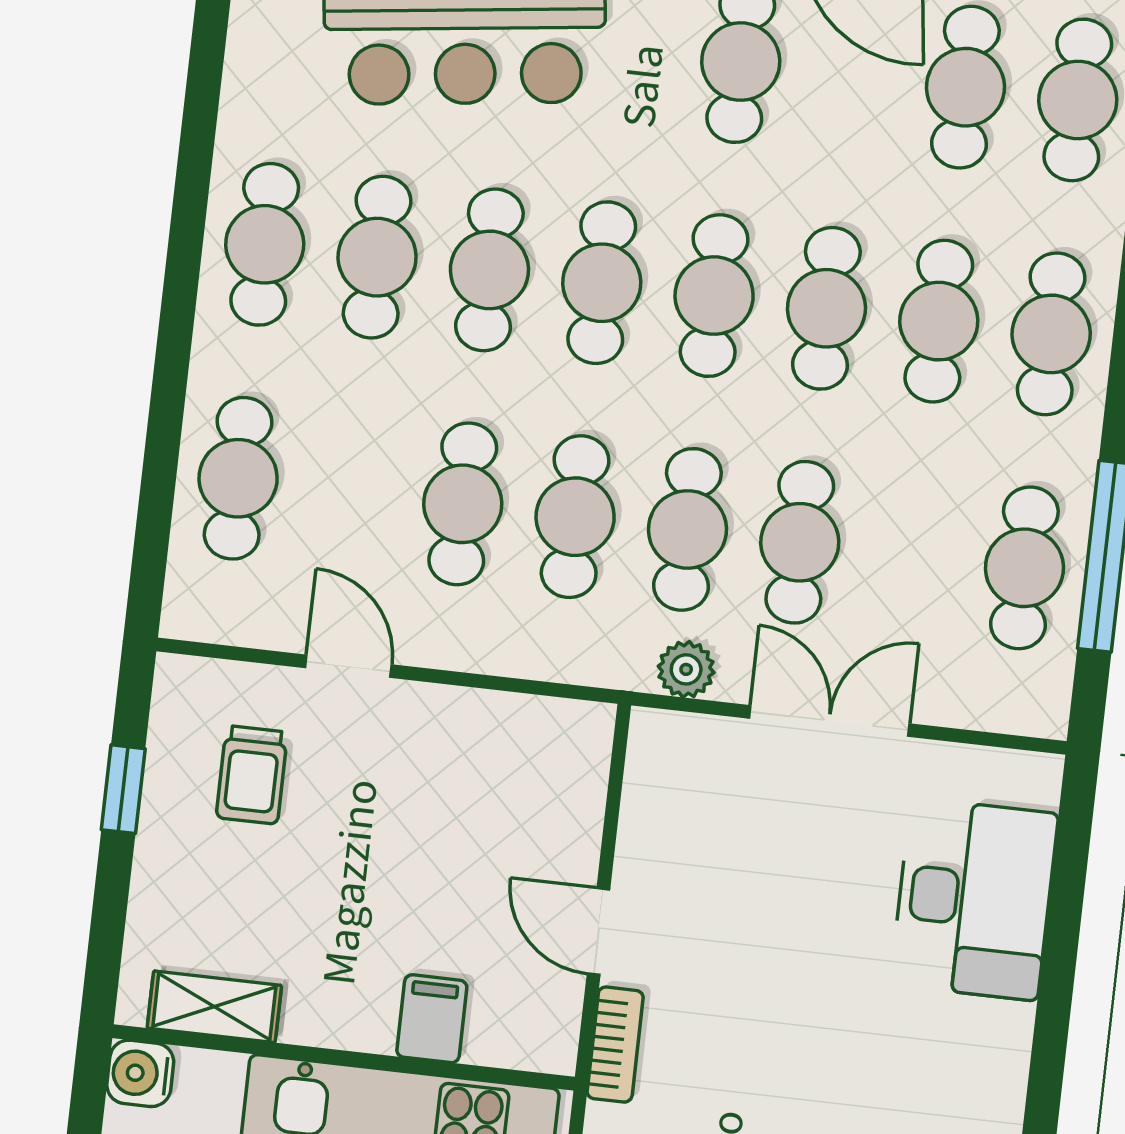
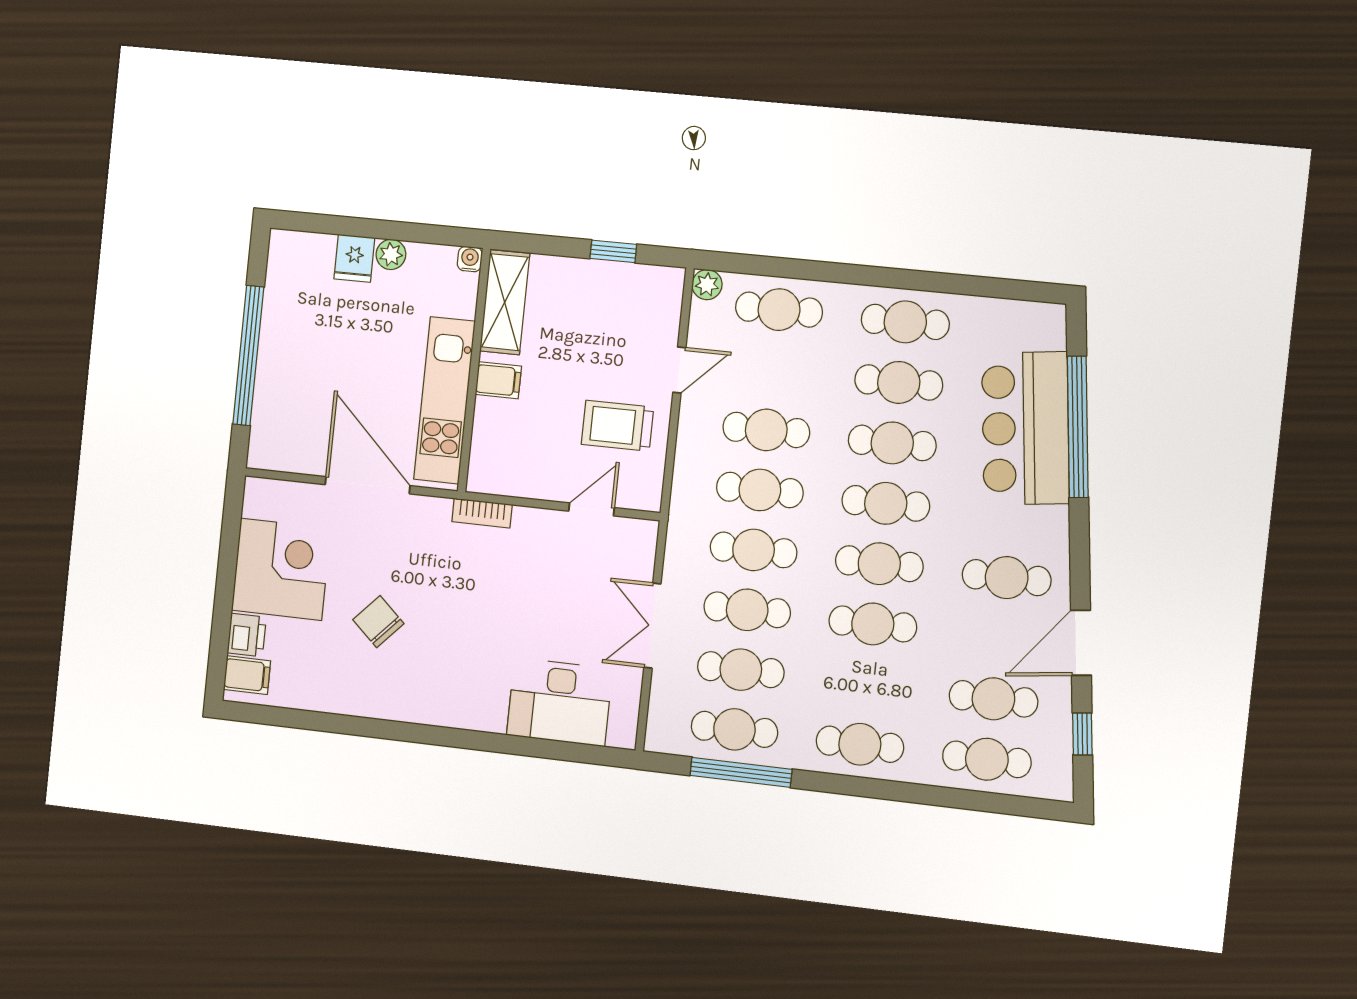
cafe table: (939, 321) -> (741, 670), moved
plant: (686, 669) -> (707, 285), moved
double door: (829, 721) -> (652, 626), swing flipped
trolley: (252, 775) -> (617, 426), moved, width x1.36, depth x1.39
door: (598, 932) -> (591, 509), moved
shelving: (214, 1007) -> (505, 302), width x1.50, depth x1.33
filing cabinet: (432, 1019) -> (498, 380), moved
water cooler: (140, 1073) -> (470, 259), width x0.72, depth x0.72

